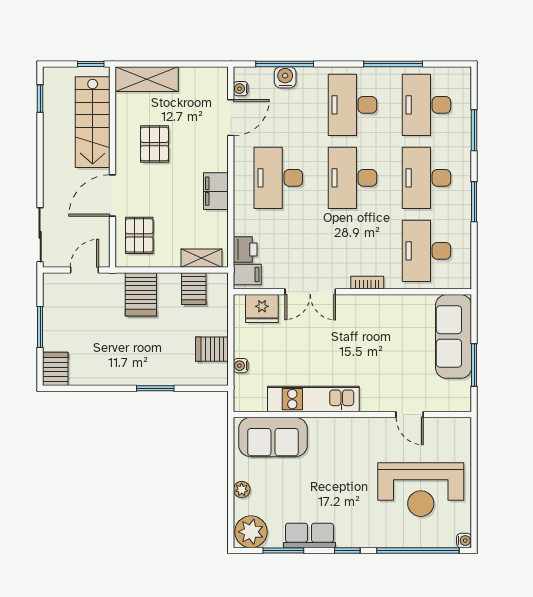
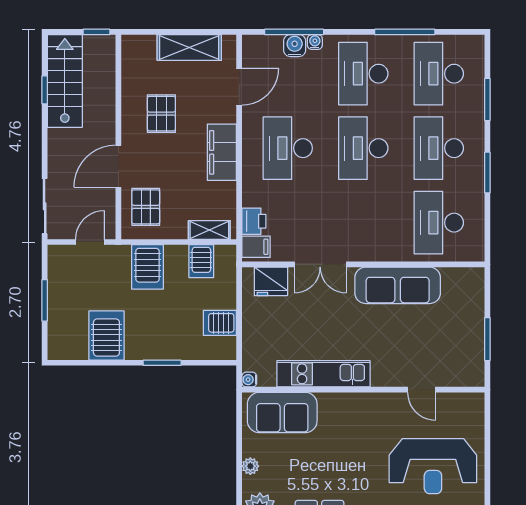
shelving: (147, 79) -> (189, 47), moved
water cooler: (241, 89) -> (315, 42), moved, turned 90
window: (40, 99) -> (45, 90), moved
stairs: (93, 122) -> (65, 81), moved, turned 180
filing cabinet: (216, 191) -> (222, 152), width x1.50, depth x1.17
bookcase: (367, 283) -> (378, 255), removed
sofa: (454, 336) -> (398, 285), moved, turned -90
water cooler: (241, 366) -> (249, 380), moved
server rack: (55, 369) -> (106, 336), moved, width x1.36, depth x1.44

